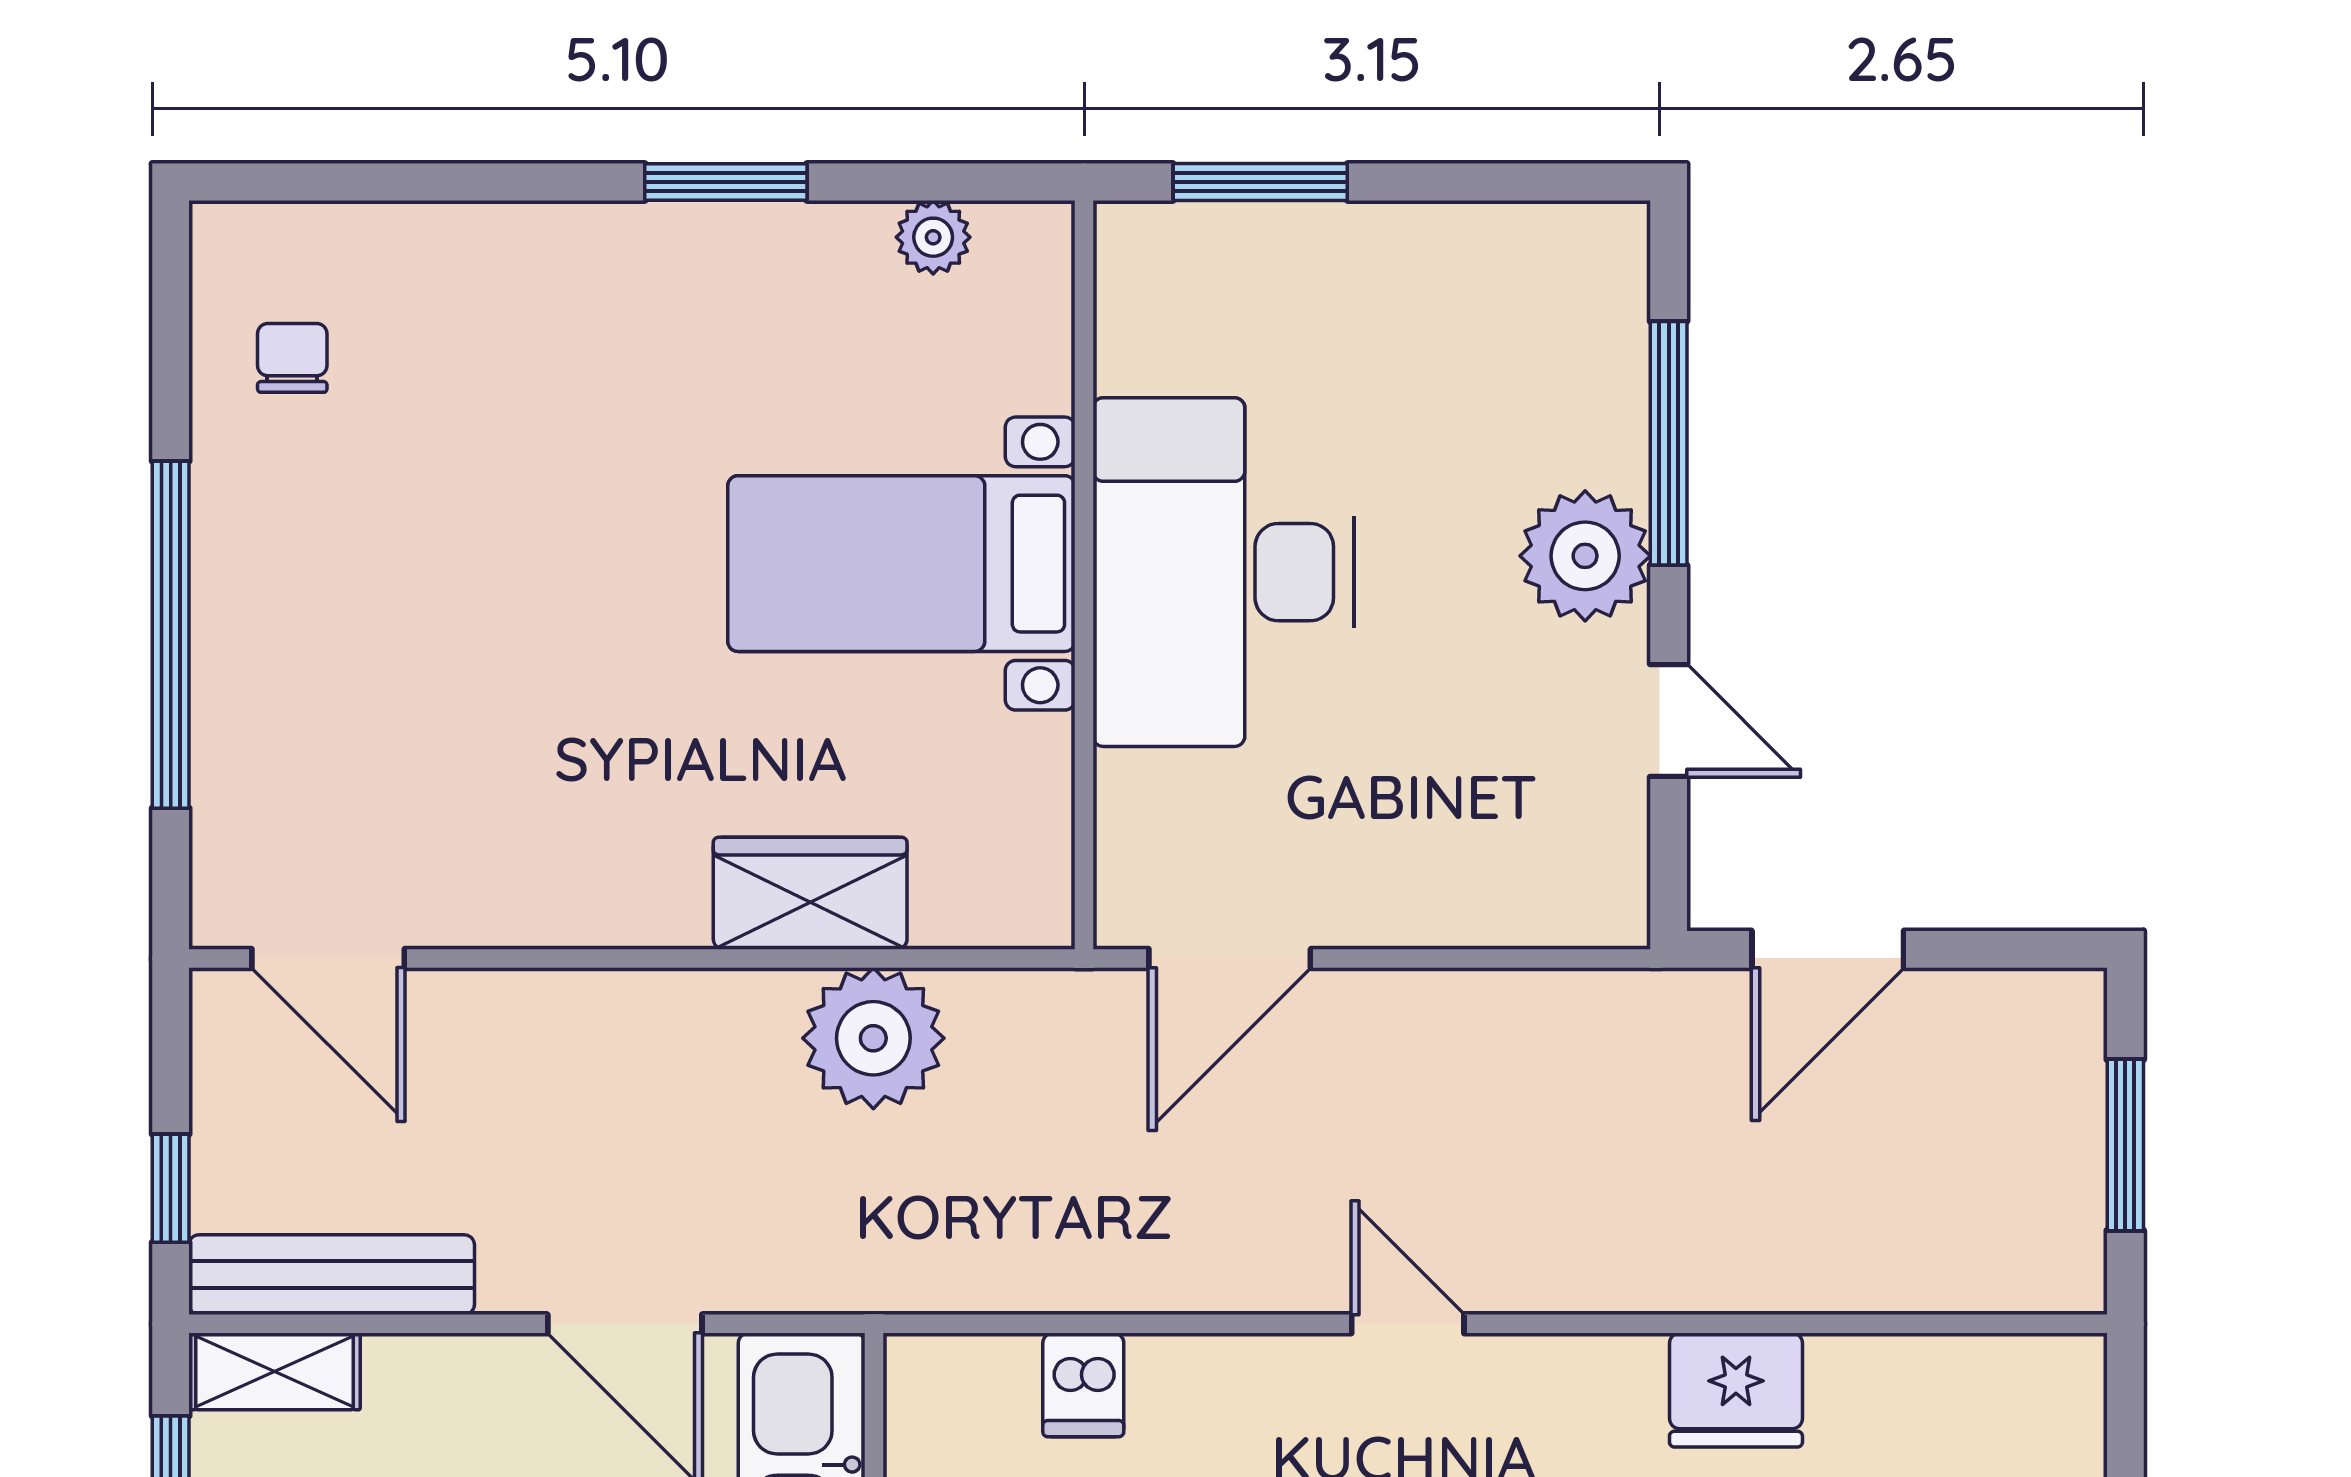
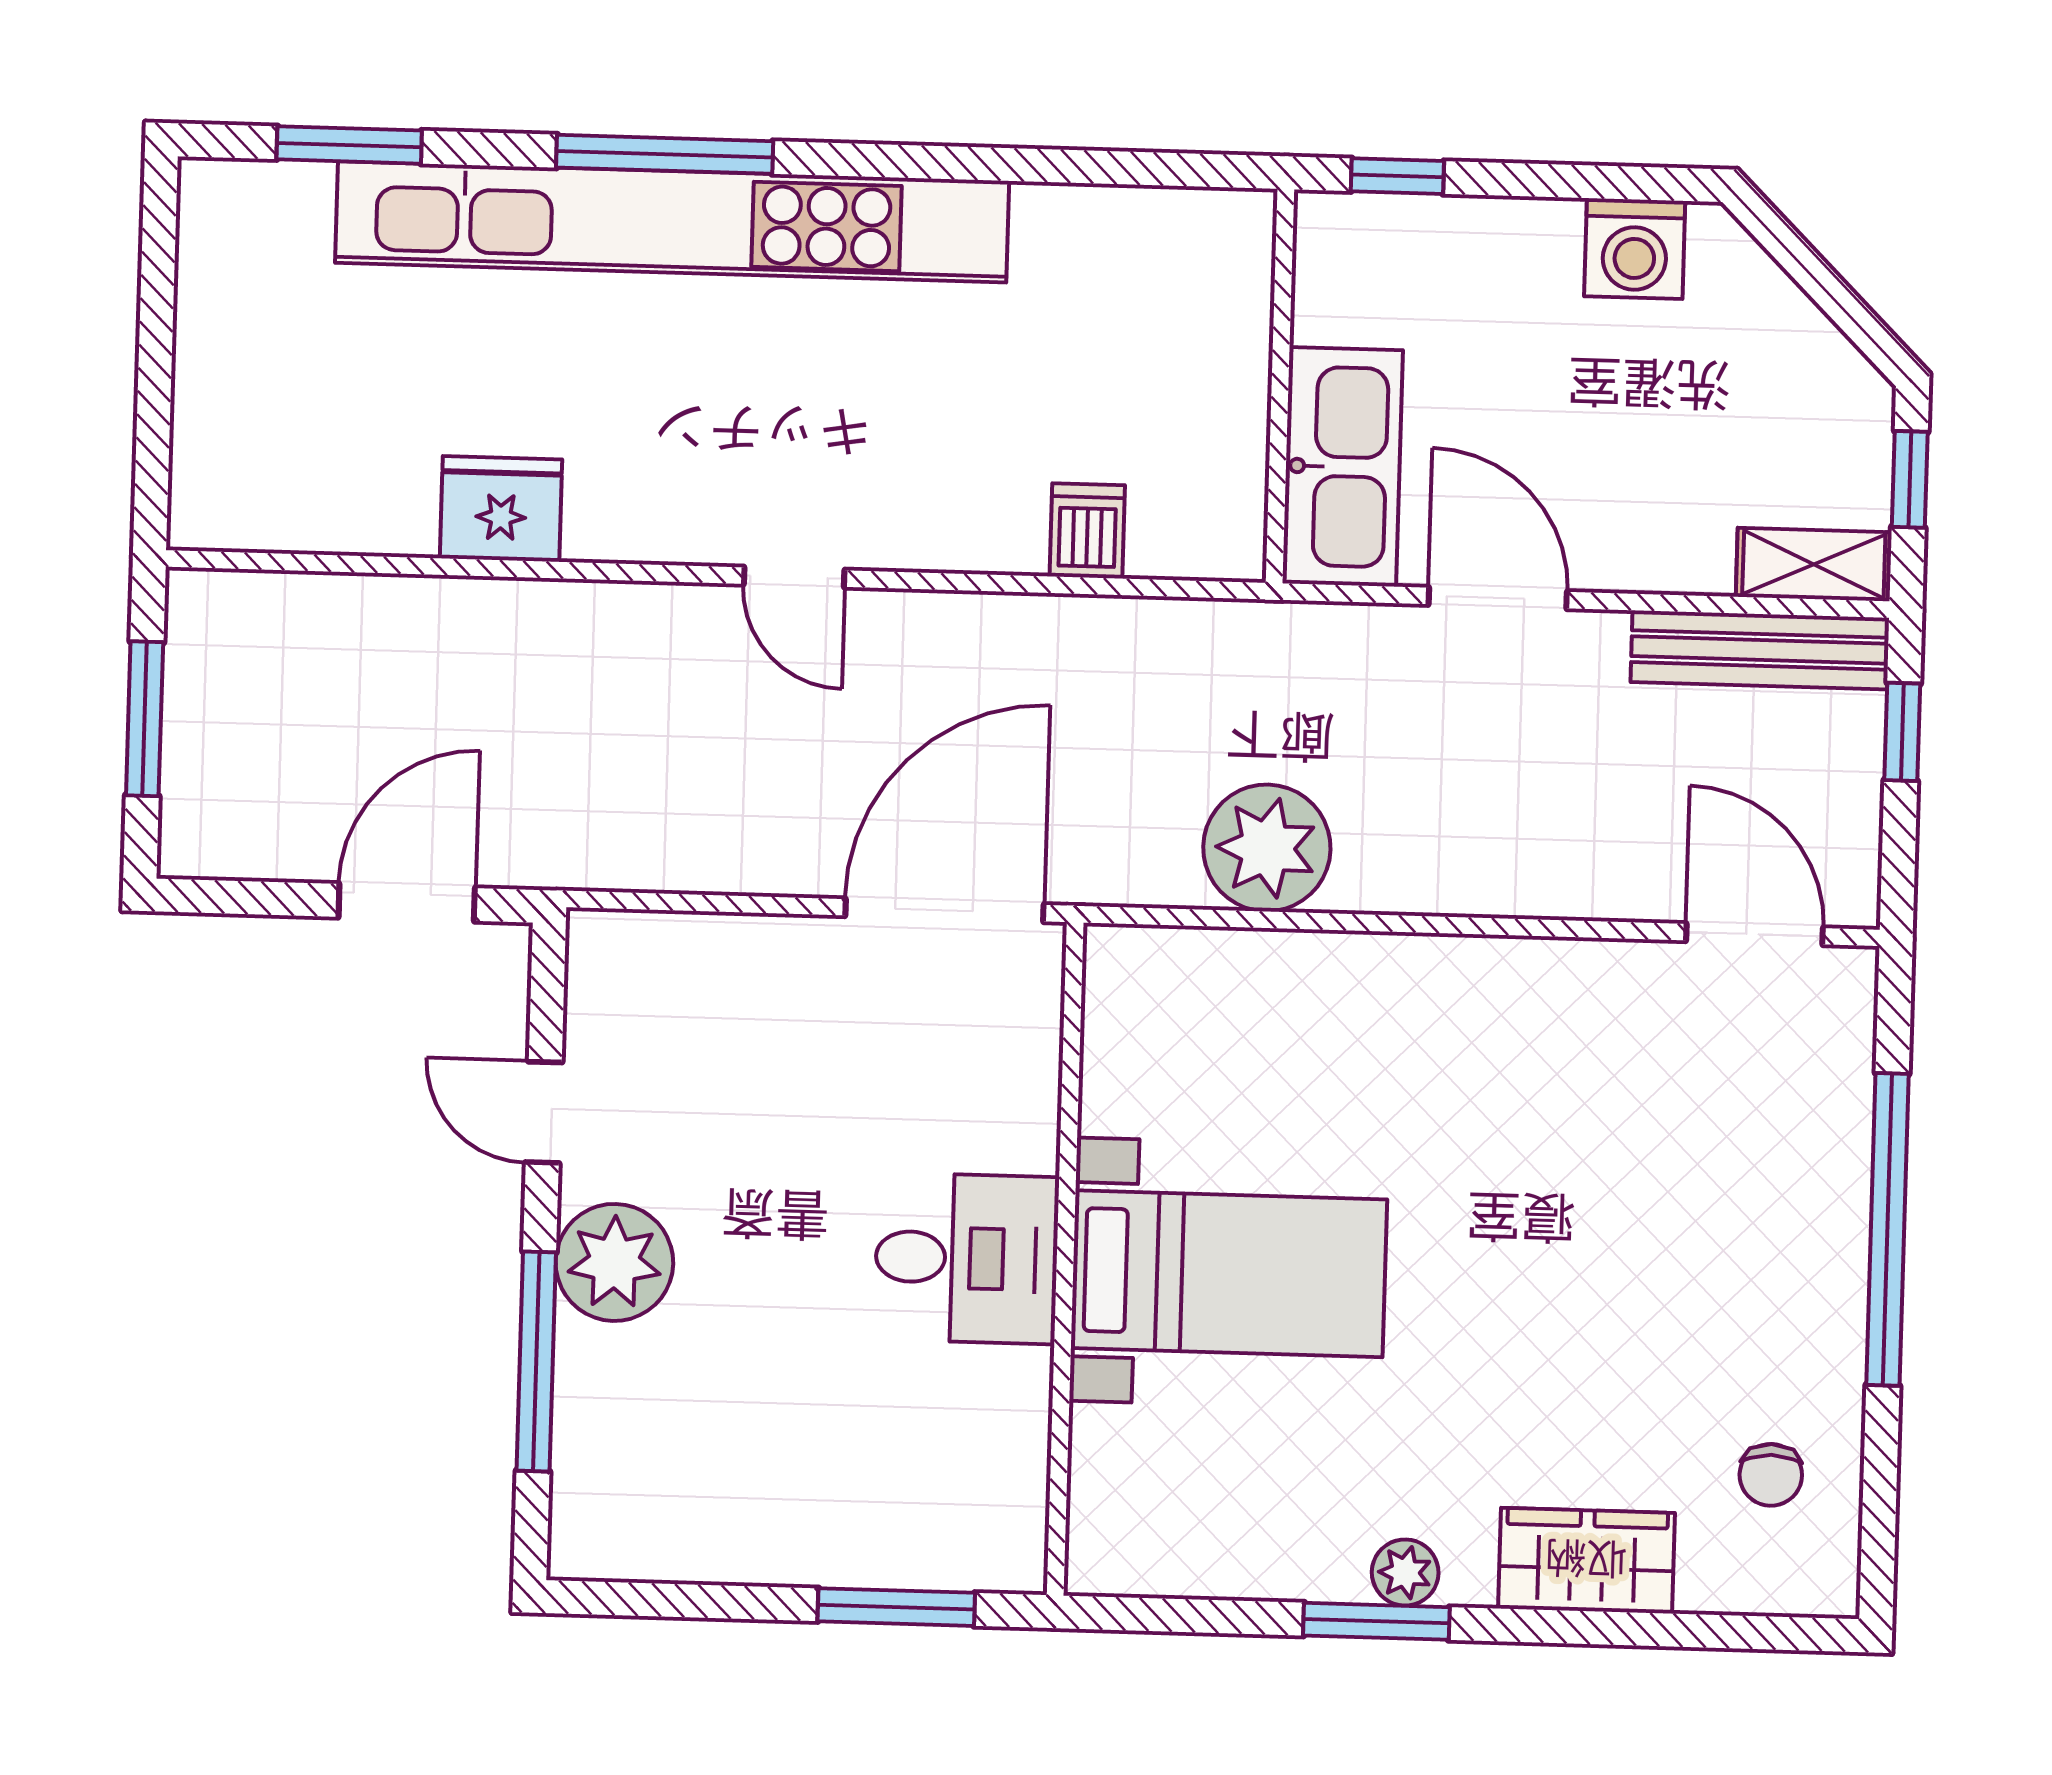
plant: (933, 237) -> (1405, 1572), moved
desk: (1224, 572) -> (967, 1258), width x0.53, depth x0.77
wardrobe: (810, 893) -> (1586, 1561), moved, turned 180
door: (1230, 958) -> (944, 910), width x1.36

